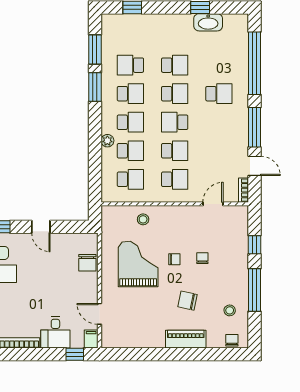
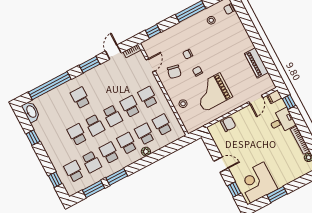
washbasin: (208, 22) -> (31, 112), moved
school desk: (130, 37) -> (74, 171), added
school desk: (175, 94) -> (95, 125), turned 180
window: (254, 127) -> (90, 65), width x0.69
door: (213, 204) -> (151, 65), swing flipped
door: (41, 227) -> (221, 165), hinge flipped
window: (254, 245) -> (153, 31), moved
chair: (187, 301) -> (174, 72), moved
piano: (186, 339) -> (256, 63), moved

